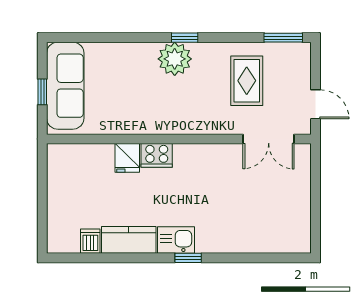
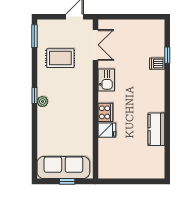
plant: (175, 59) -> (42, 102), width x0.53, depth x0.53
kitchen sink: (176, 240) -> (106, 80), moved, turned 180
dishwasher: (90, 241) -> (157, 64), moved
window: (188, 258) -> (167, 55), moved

